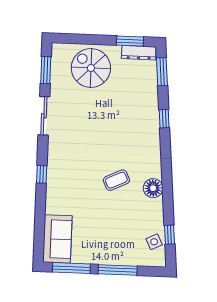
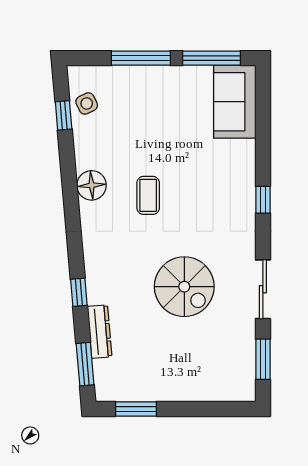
dresser: (139, 53) -> (100, 332), moved, turned 85
spiral stairs: (91, 68) -> (184, 287), moved
coffee table: (116, 180) -> (148, 195), turned -65

